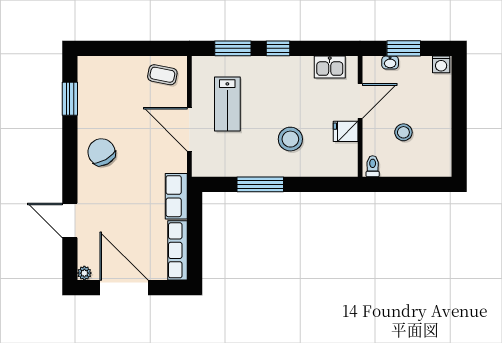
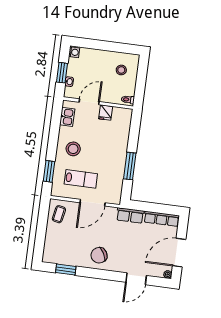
window: (278, 48) -> (52, 145), removed
door: (360, 101) -> (89, 102), hinge flipped
stool: (403, 132) -> (121, 70), moved
stool: (290, 139) -> (73, 149), moved

